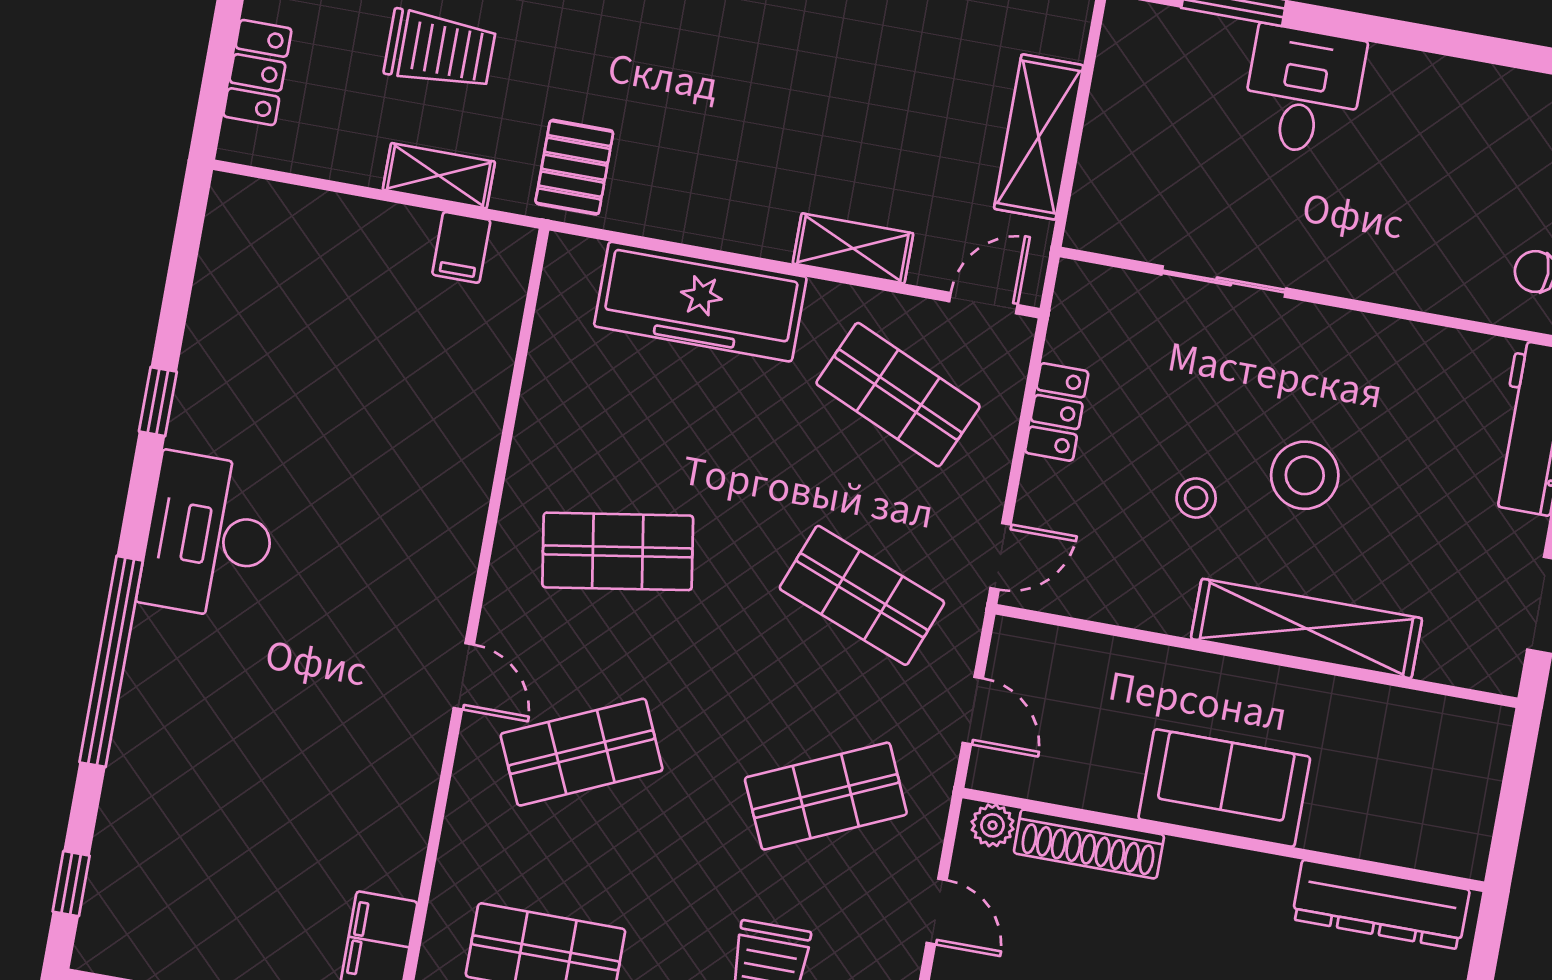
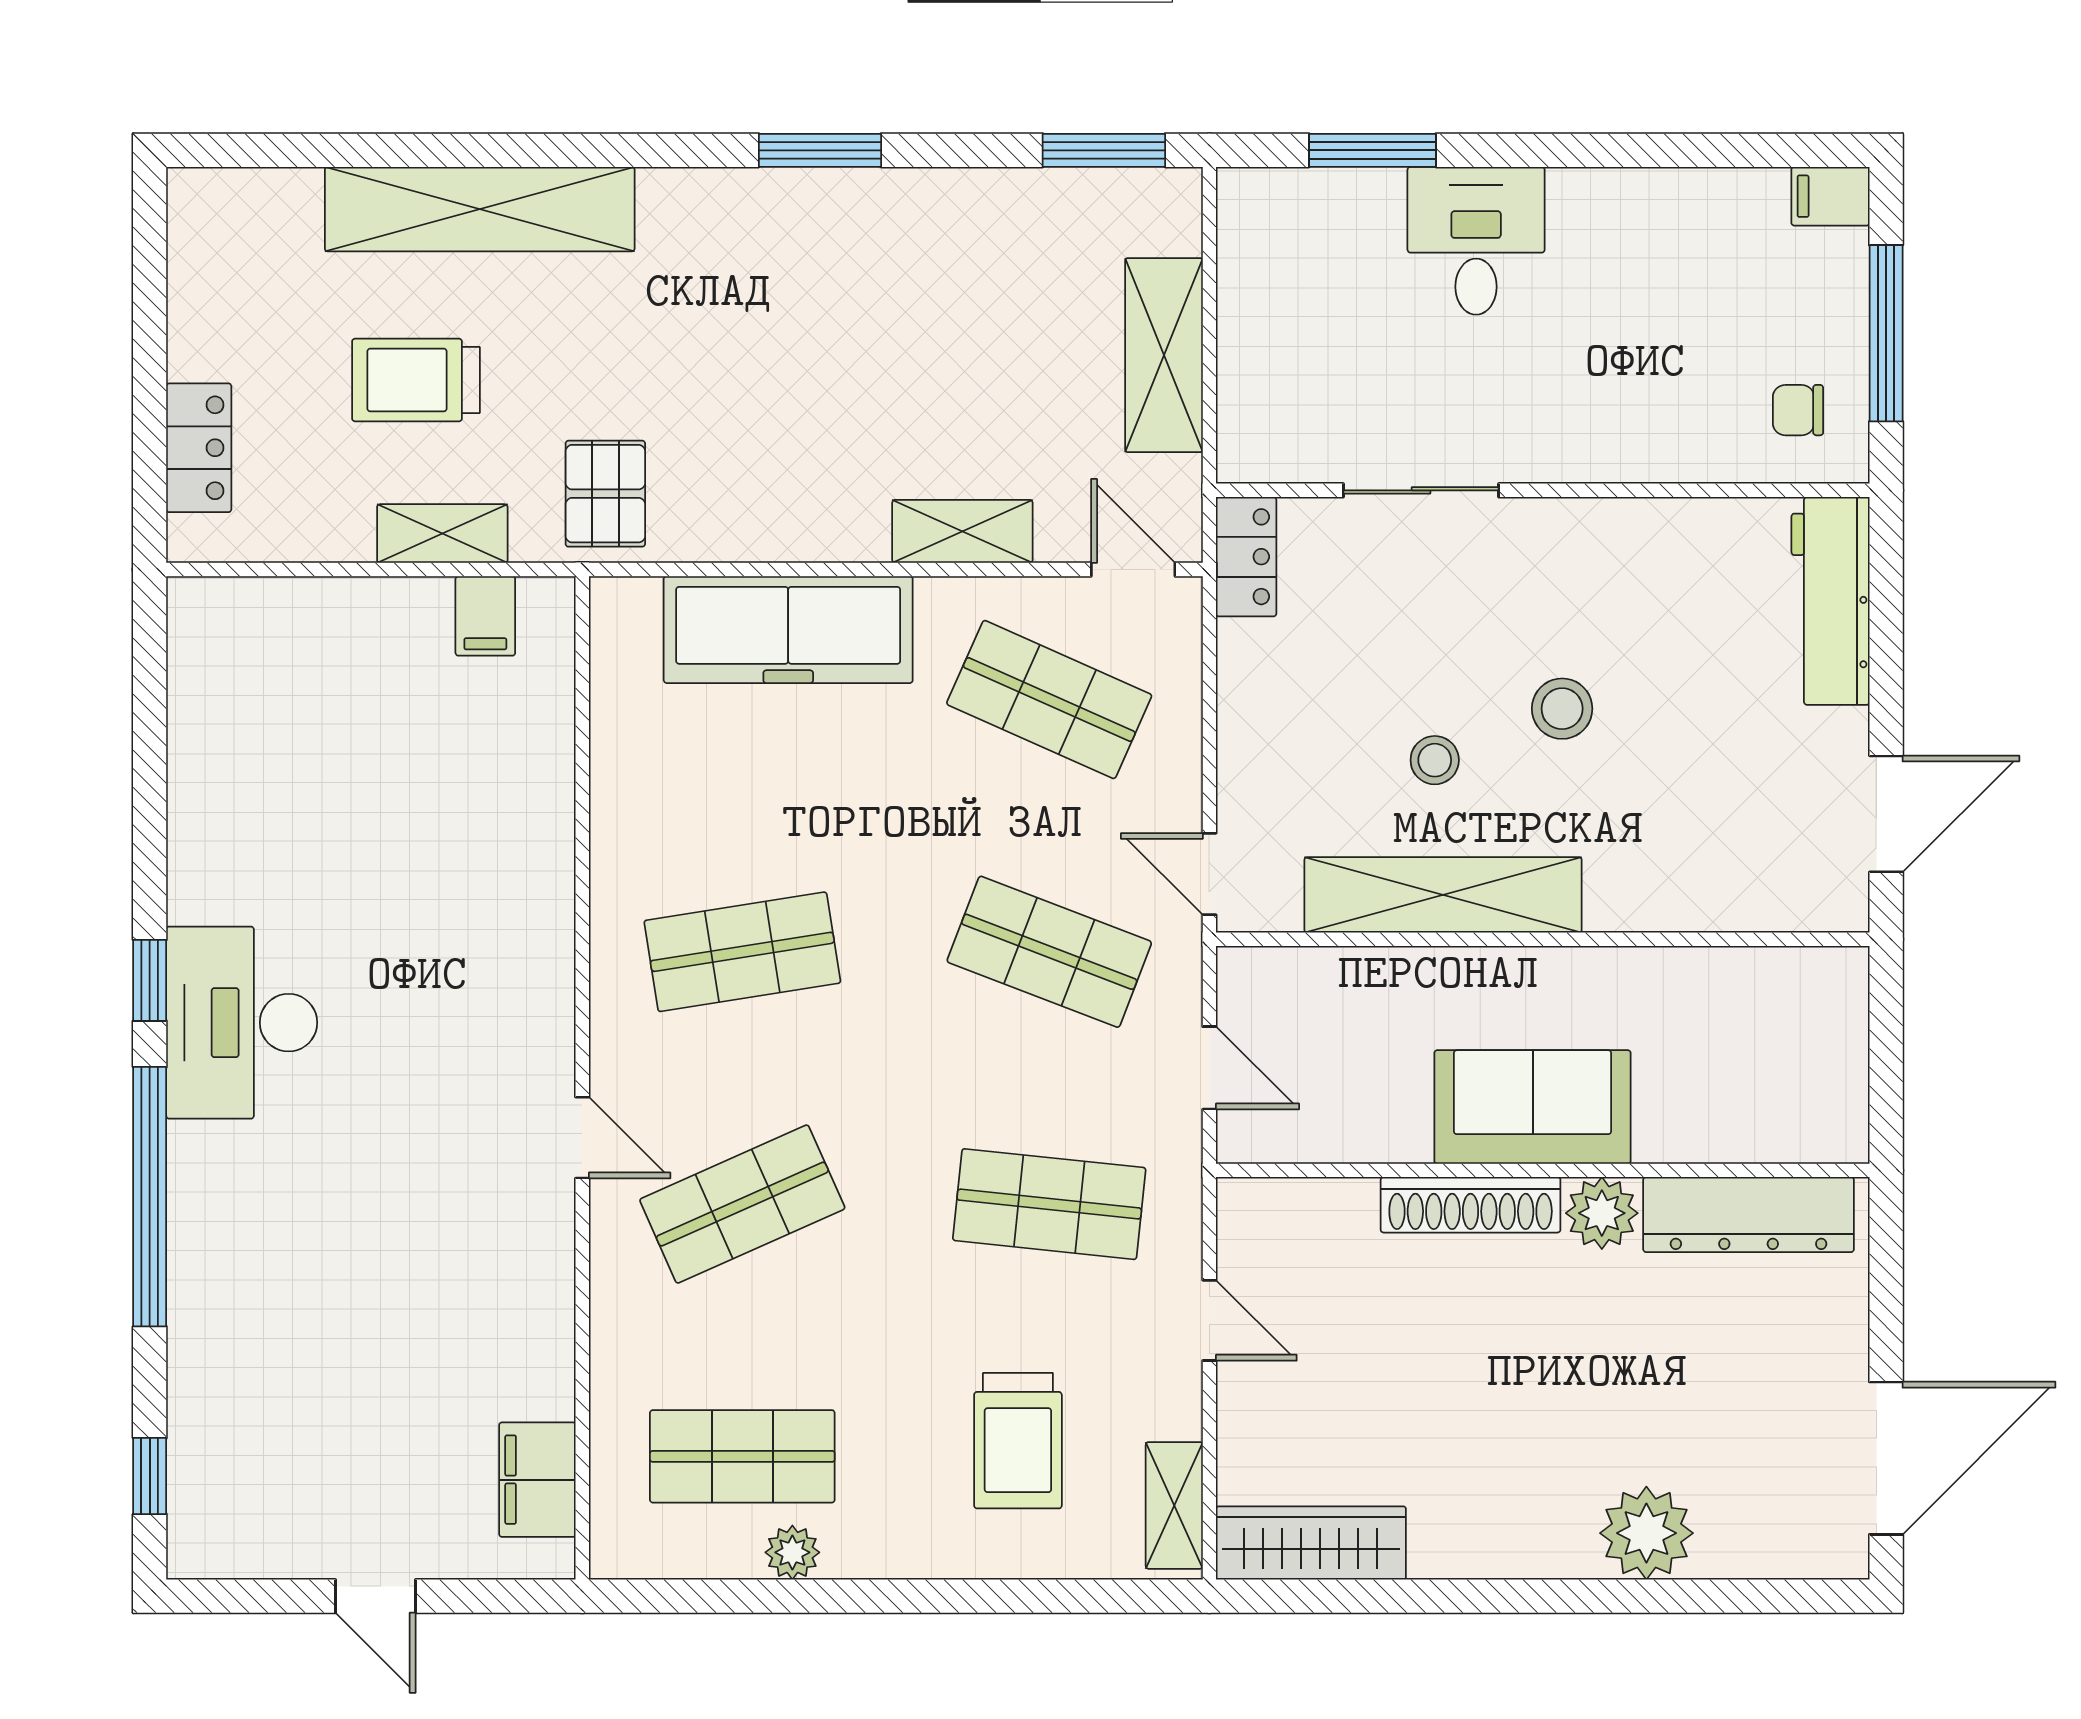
trolley: (440, 50) -> (416, 380), turned 180
door: (983, 303) -> (1133, 570), hinge flipped
window: (158, 402) -> (150, 980), moved
locker: (1057, 412) -> (1246, 557), moved
stool: (1305, 475) -> (1562, 709), width x0.73, depth x0.73
door: (1000, 556) -> (1209, 874), swing flipped
shelving: (1307, 629) -> (1443, 895), moved
shop shelf: (826, 796) -> (1049, 1204), turned 30
plant: (993, 825) -> (1602, 1213), moved, width x1.38, depth x1.38
shoe rack: (1089, 844) -> (1471, 1205), moved

